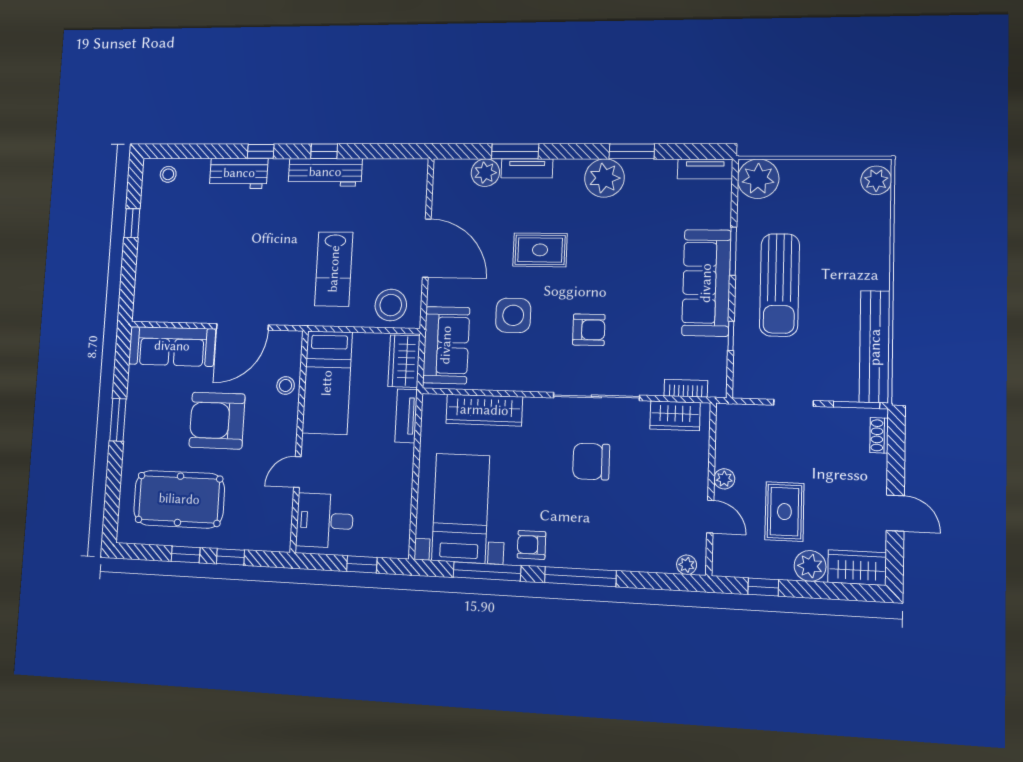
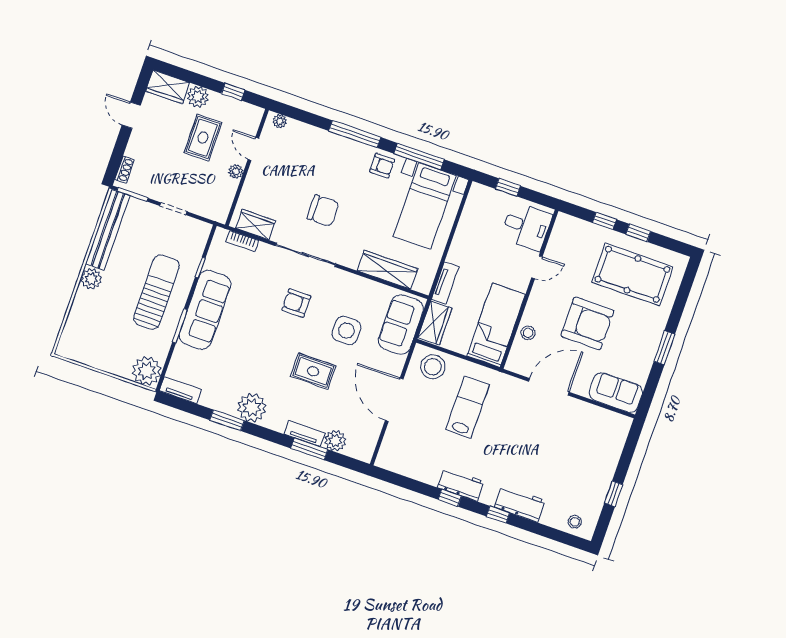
workbench: (325, 172) -> (461, 484), width x0.73
plant: (876, 180) -> (91, 279), moved
sofa: (172, 346) -> (616, 392), width x0.73

